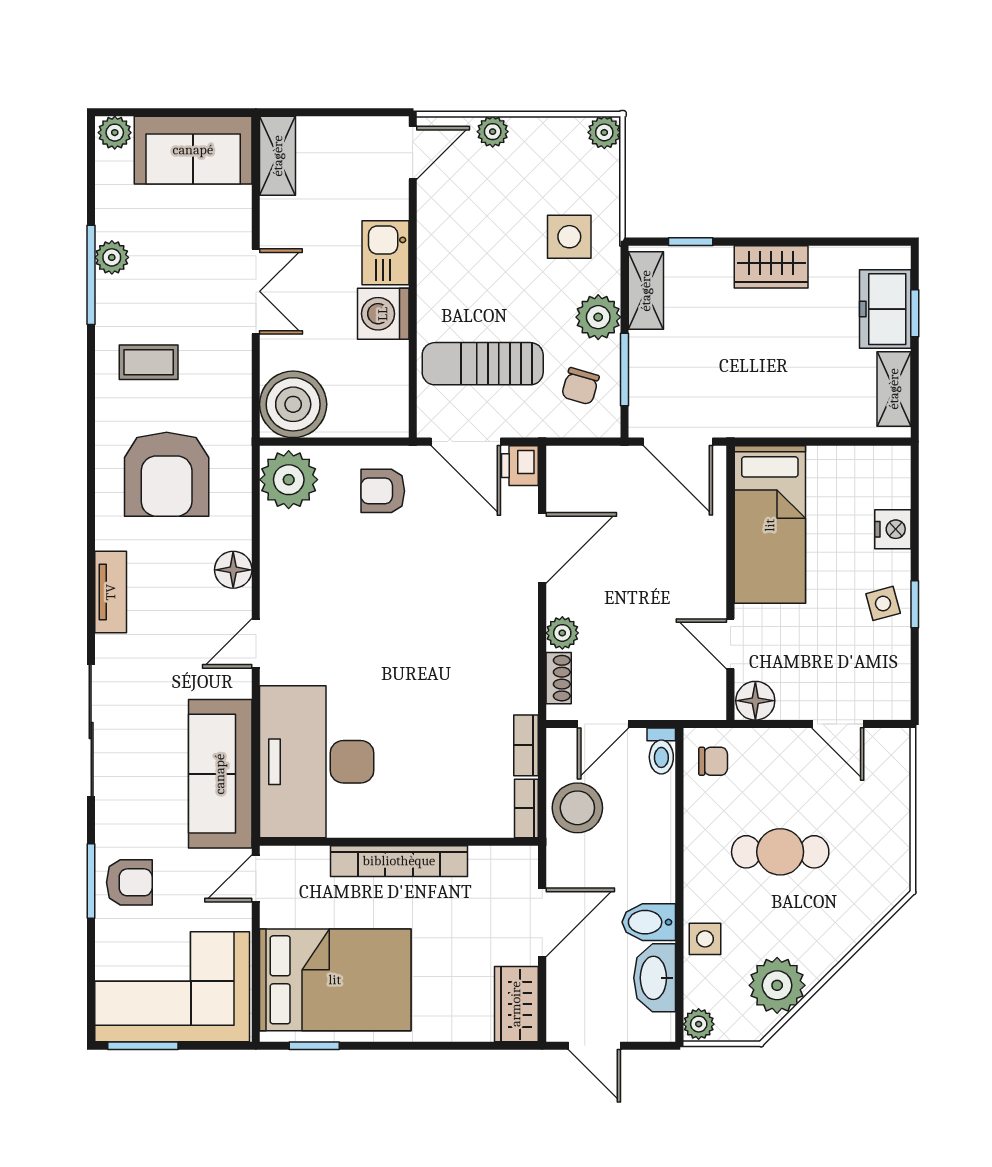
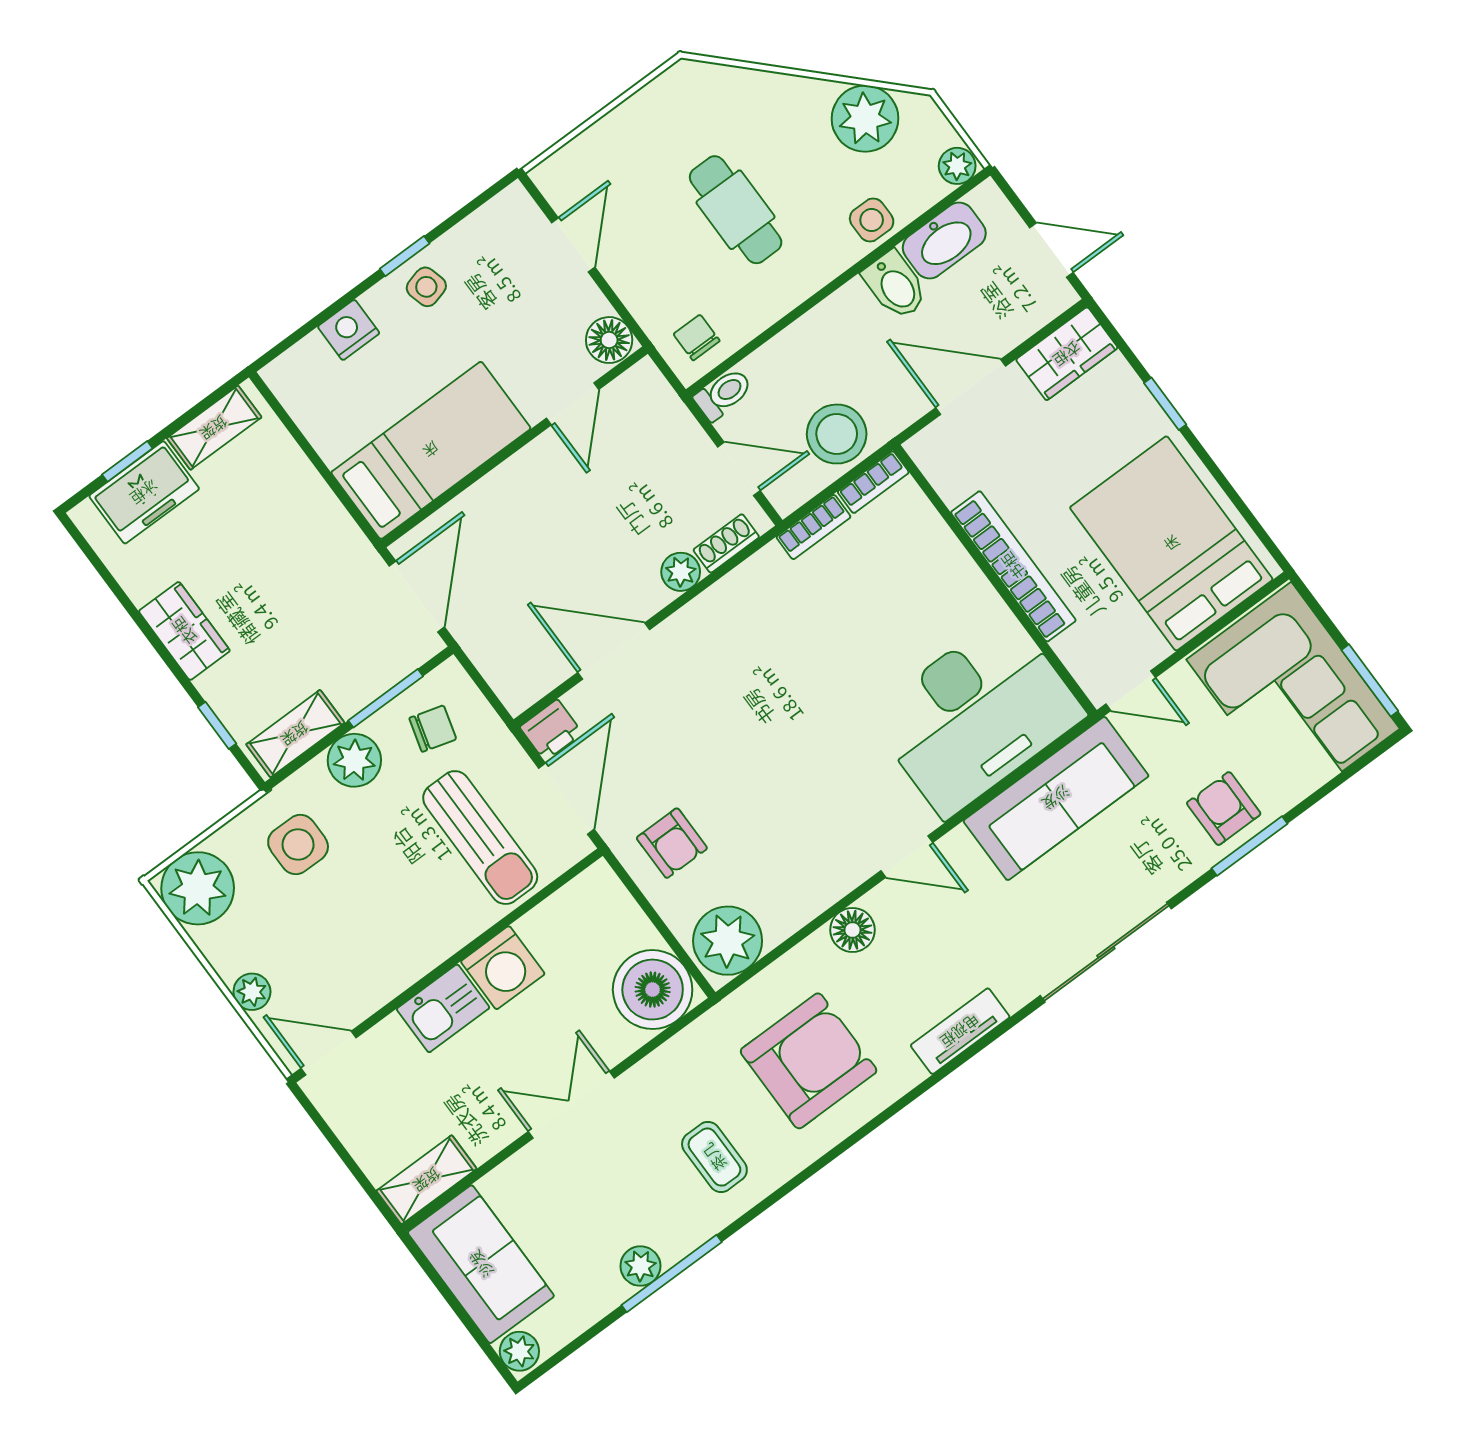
plant: (604, 132) -> (198, 888), width x1.88, depth x1.88
window: (314, 1046) -> (1165, 404), moved
door: (594, 1046) -> (1051, 250), hinge flipped

